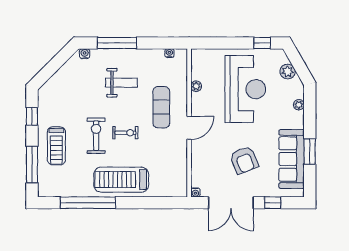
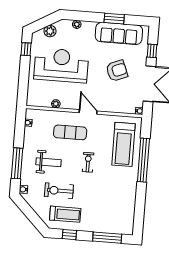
weight bench: (121, 83) -> (48, 162), turned 90
exercise bike: (96, 136) -> (59, 191), moved
treadmill: (56, 146) -> (65, 214), moved
treadmill: (121, 180) -> (123, 144), moved
window: (88, 203) -> (143, 160), moved

